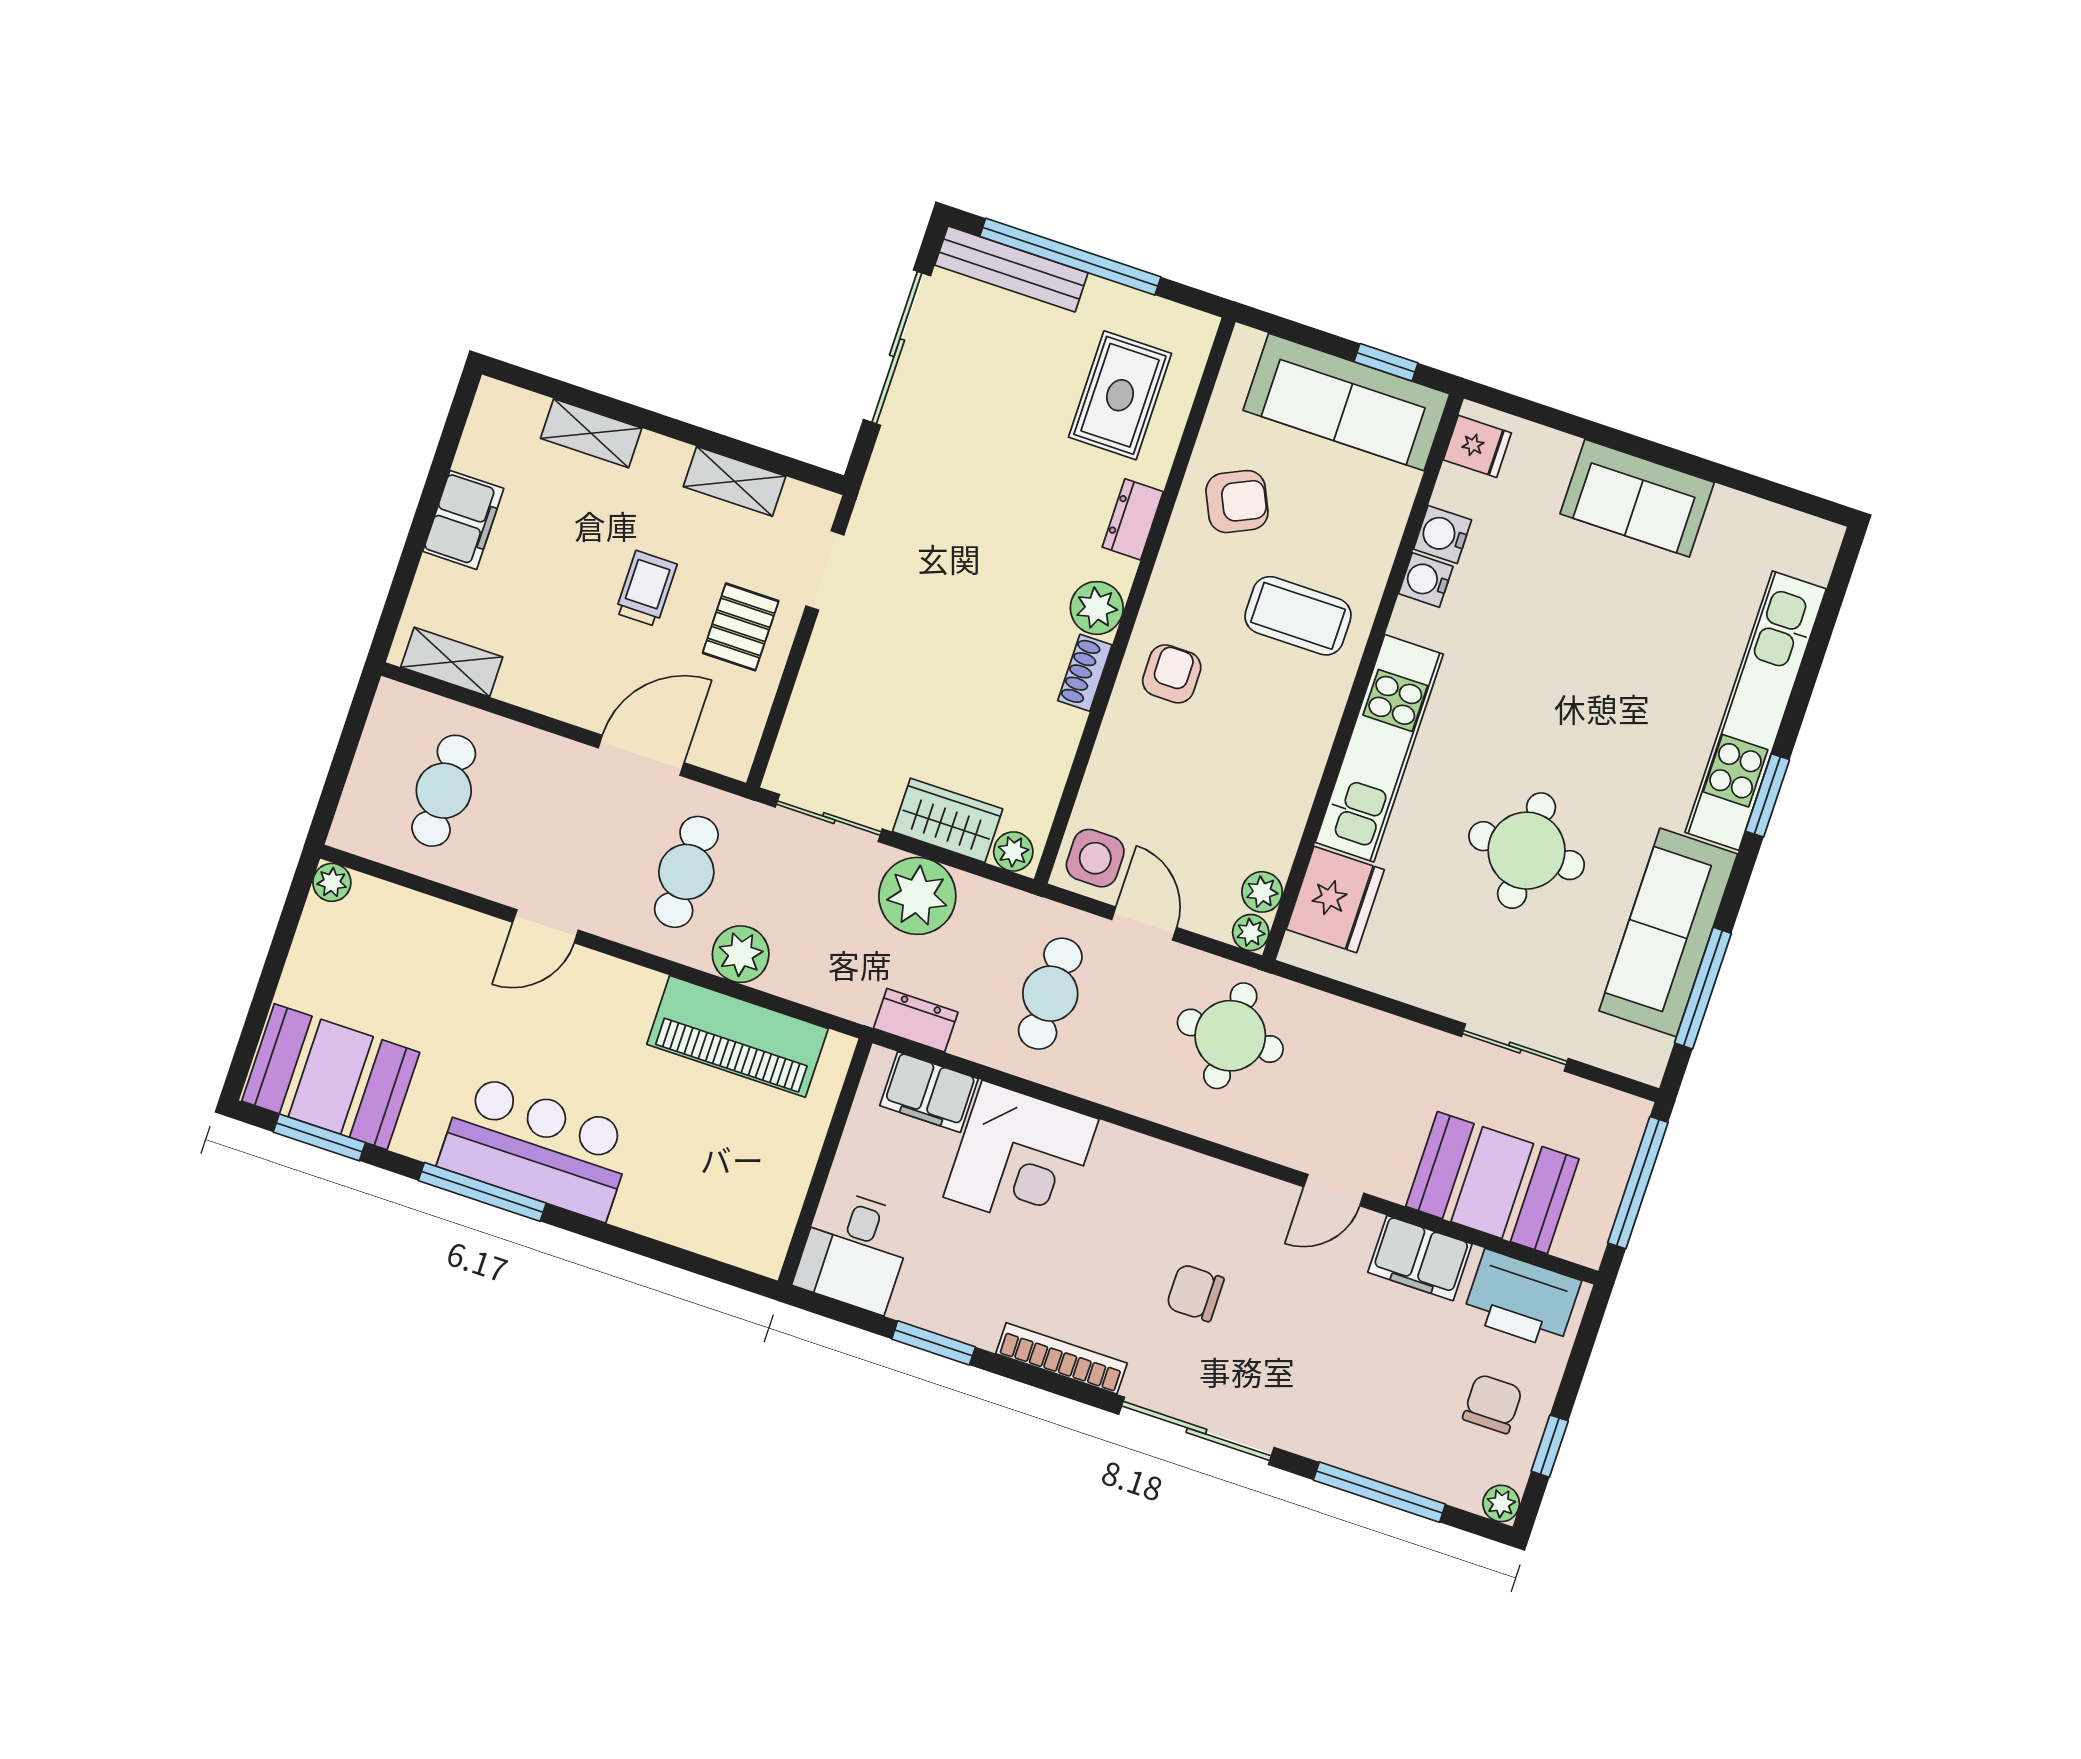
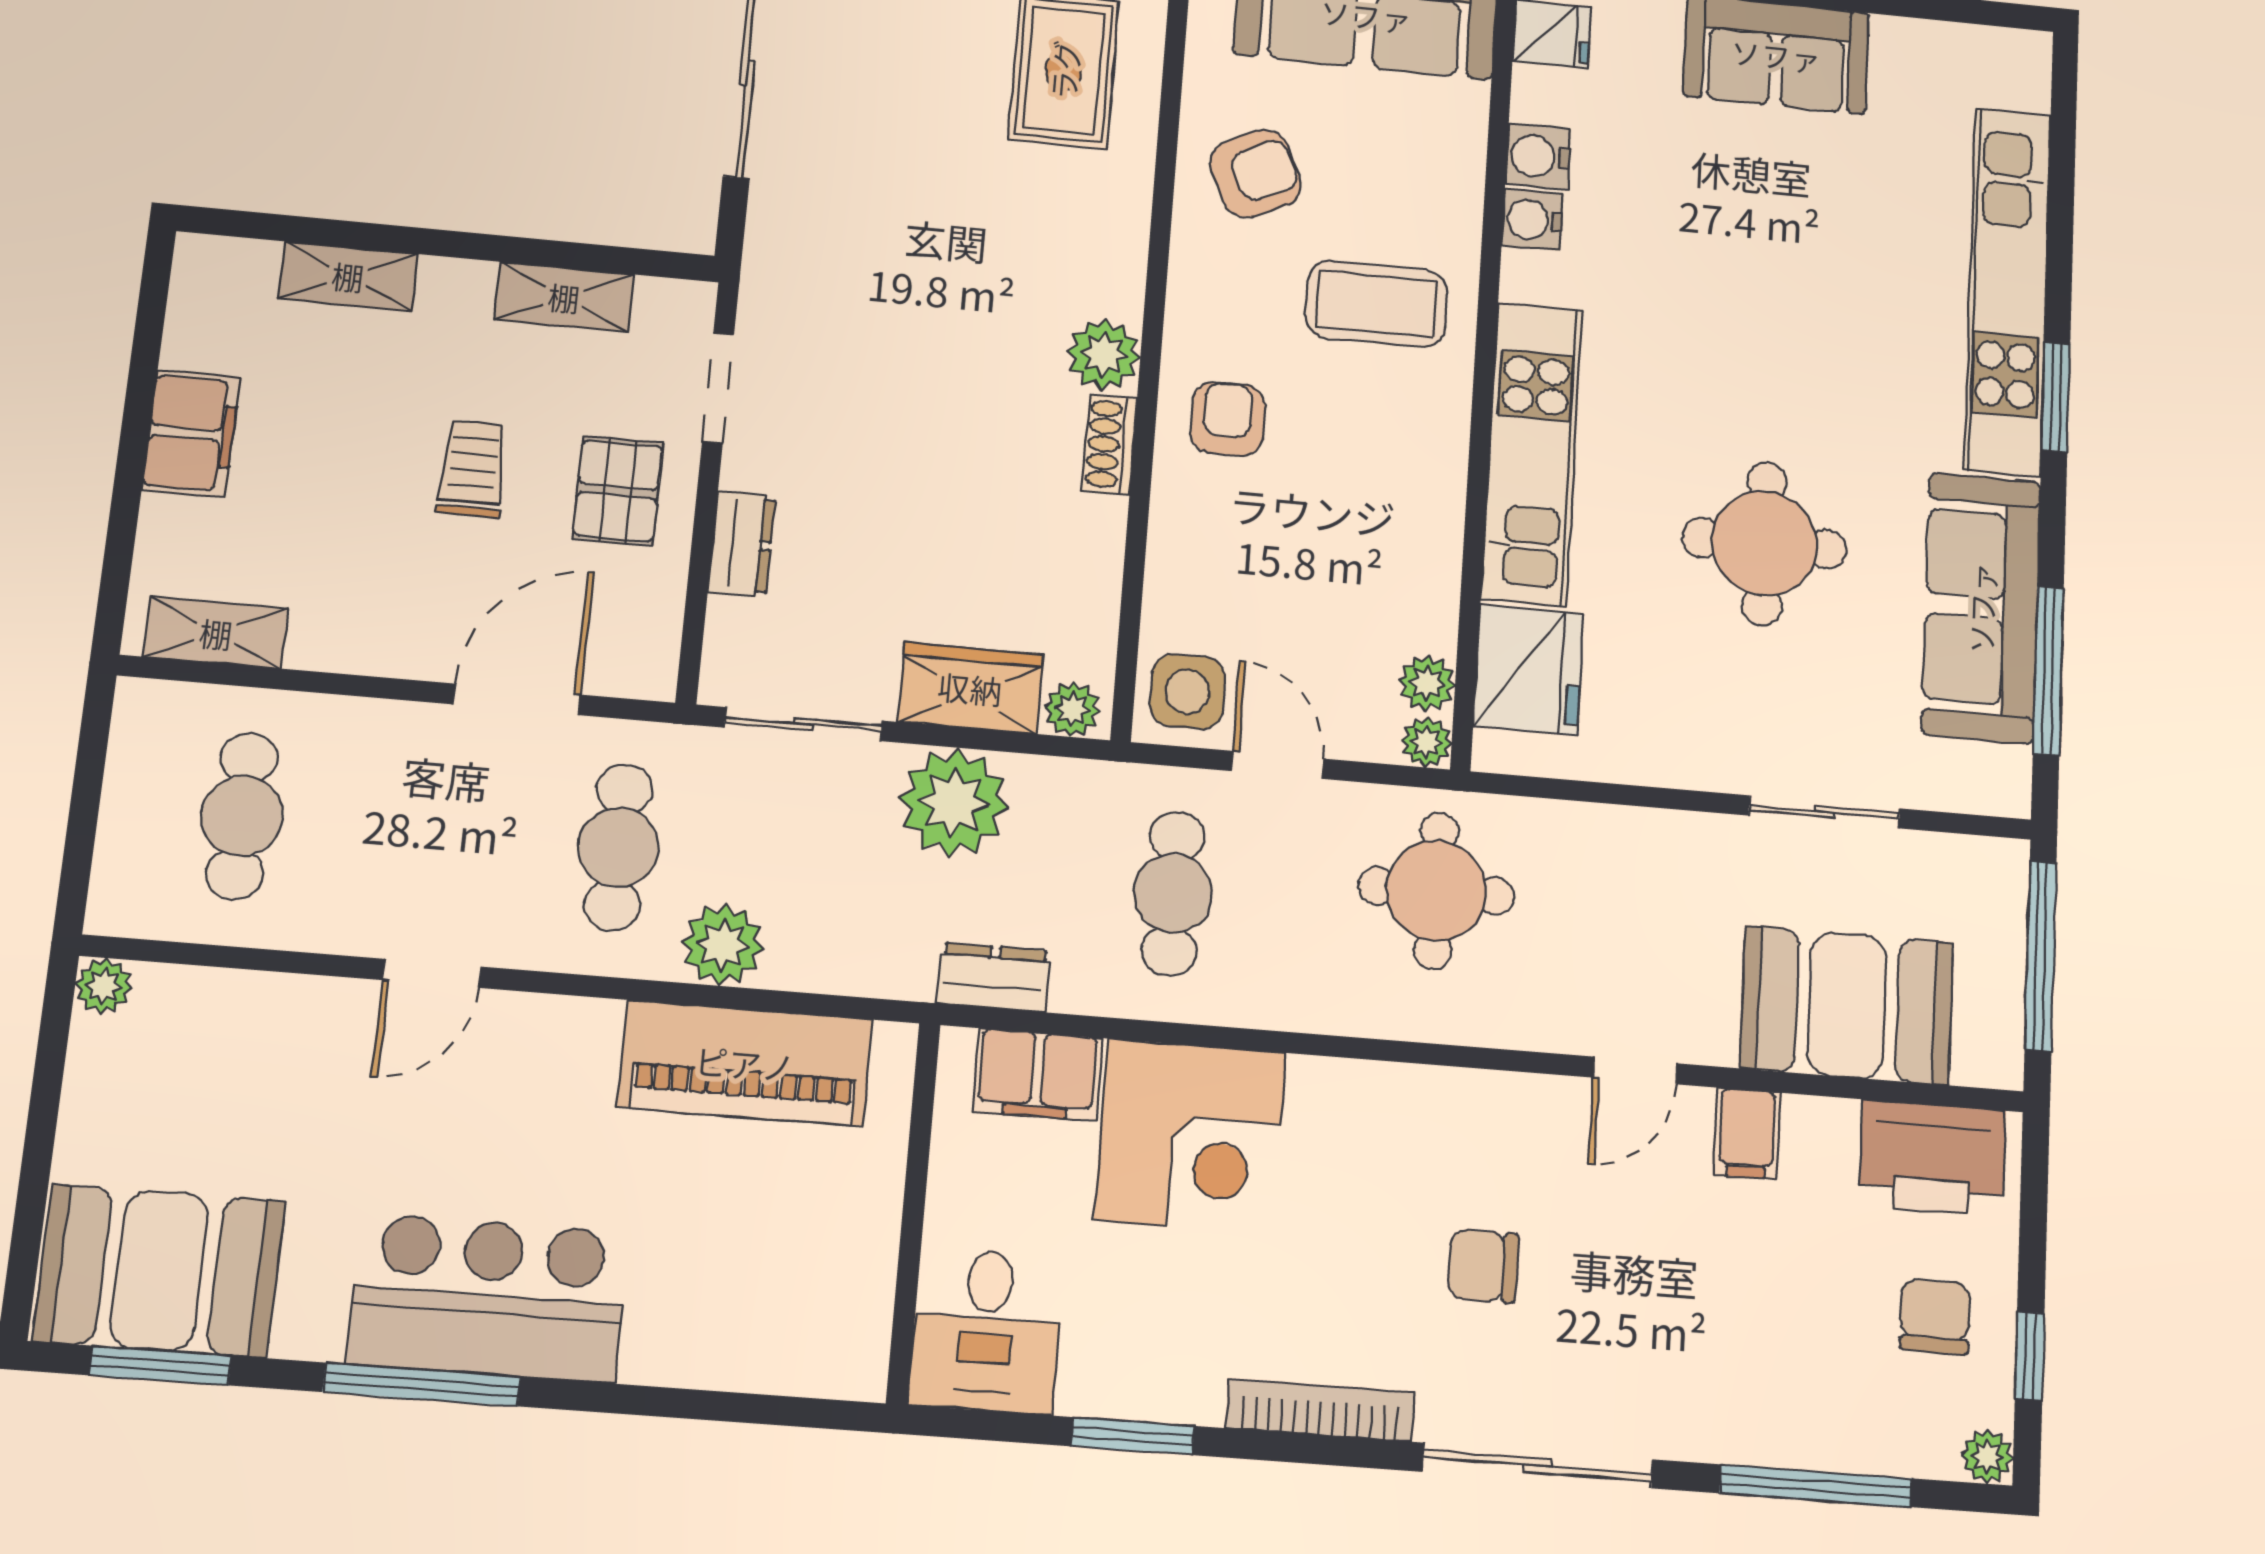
dresser: (1133, 519) -> (742, 544), moved, turned 180
filing cabinet: (1420, 1258) -> (1747, 1133), width x0.50

